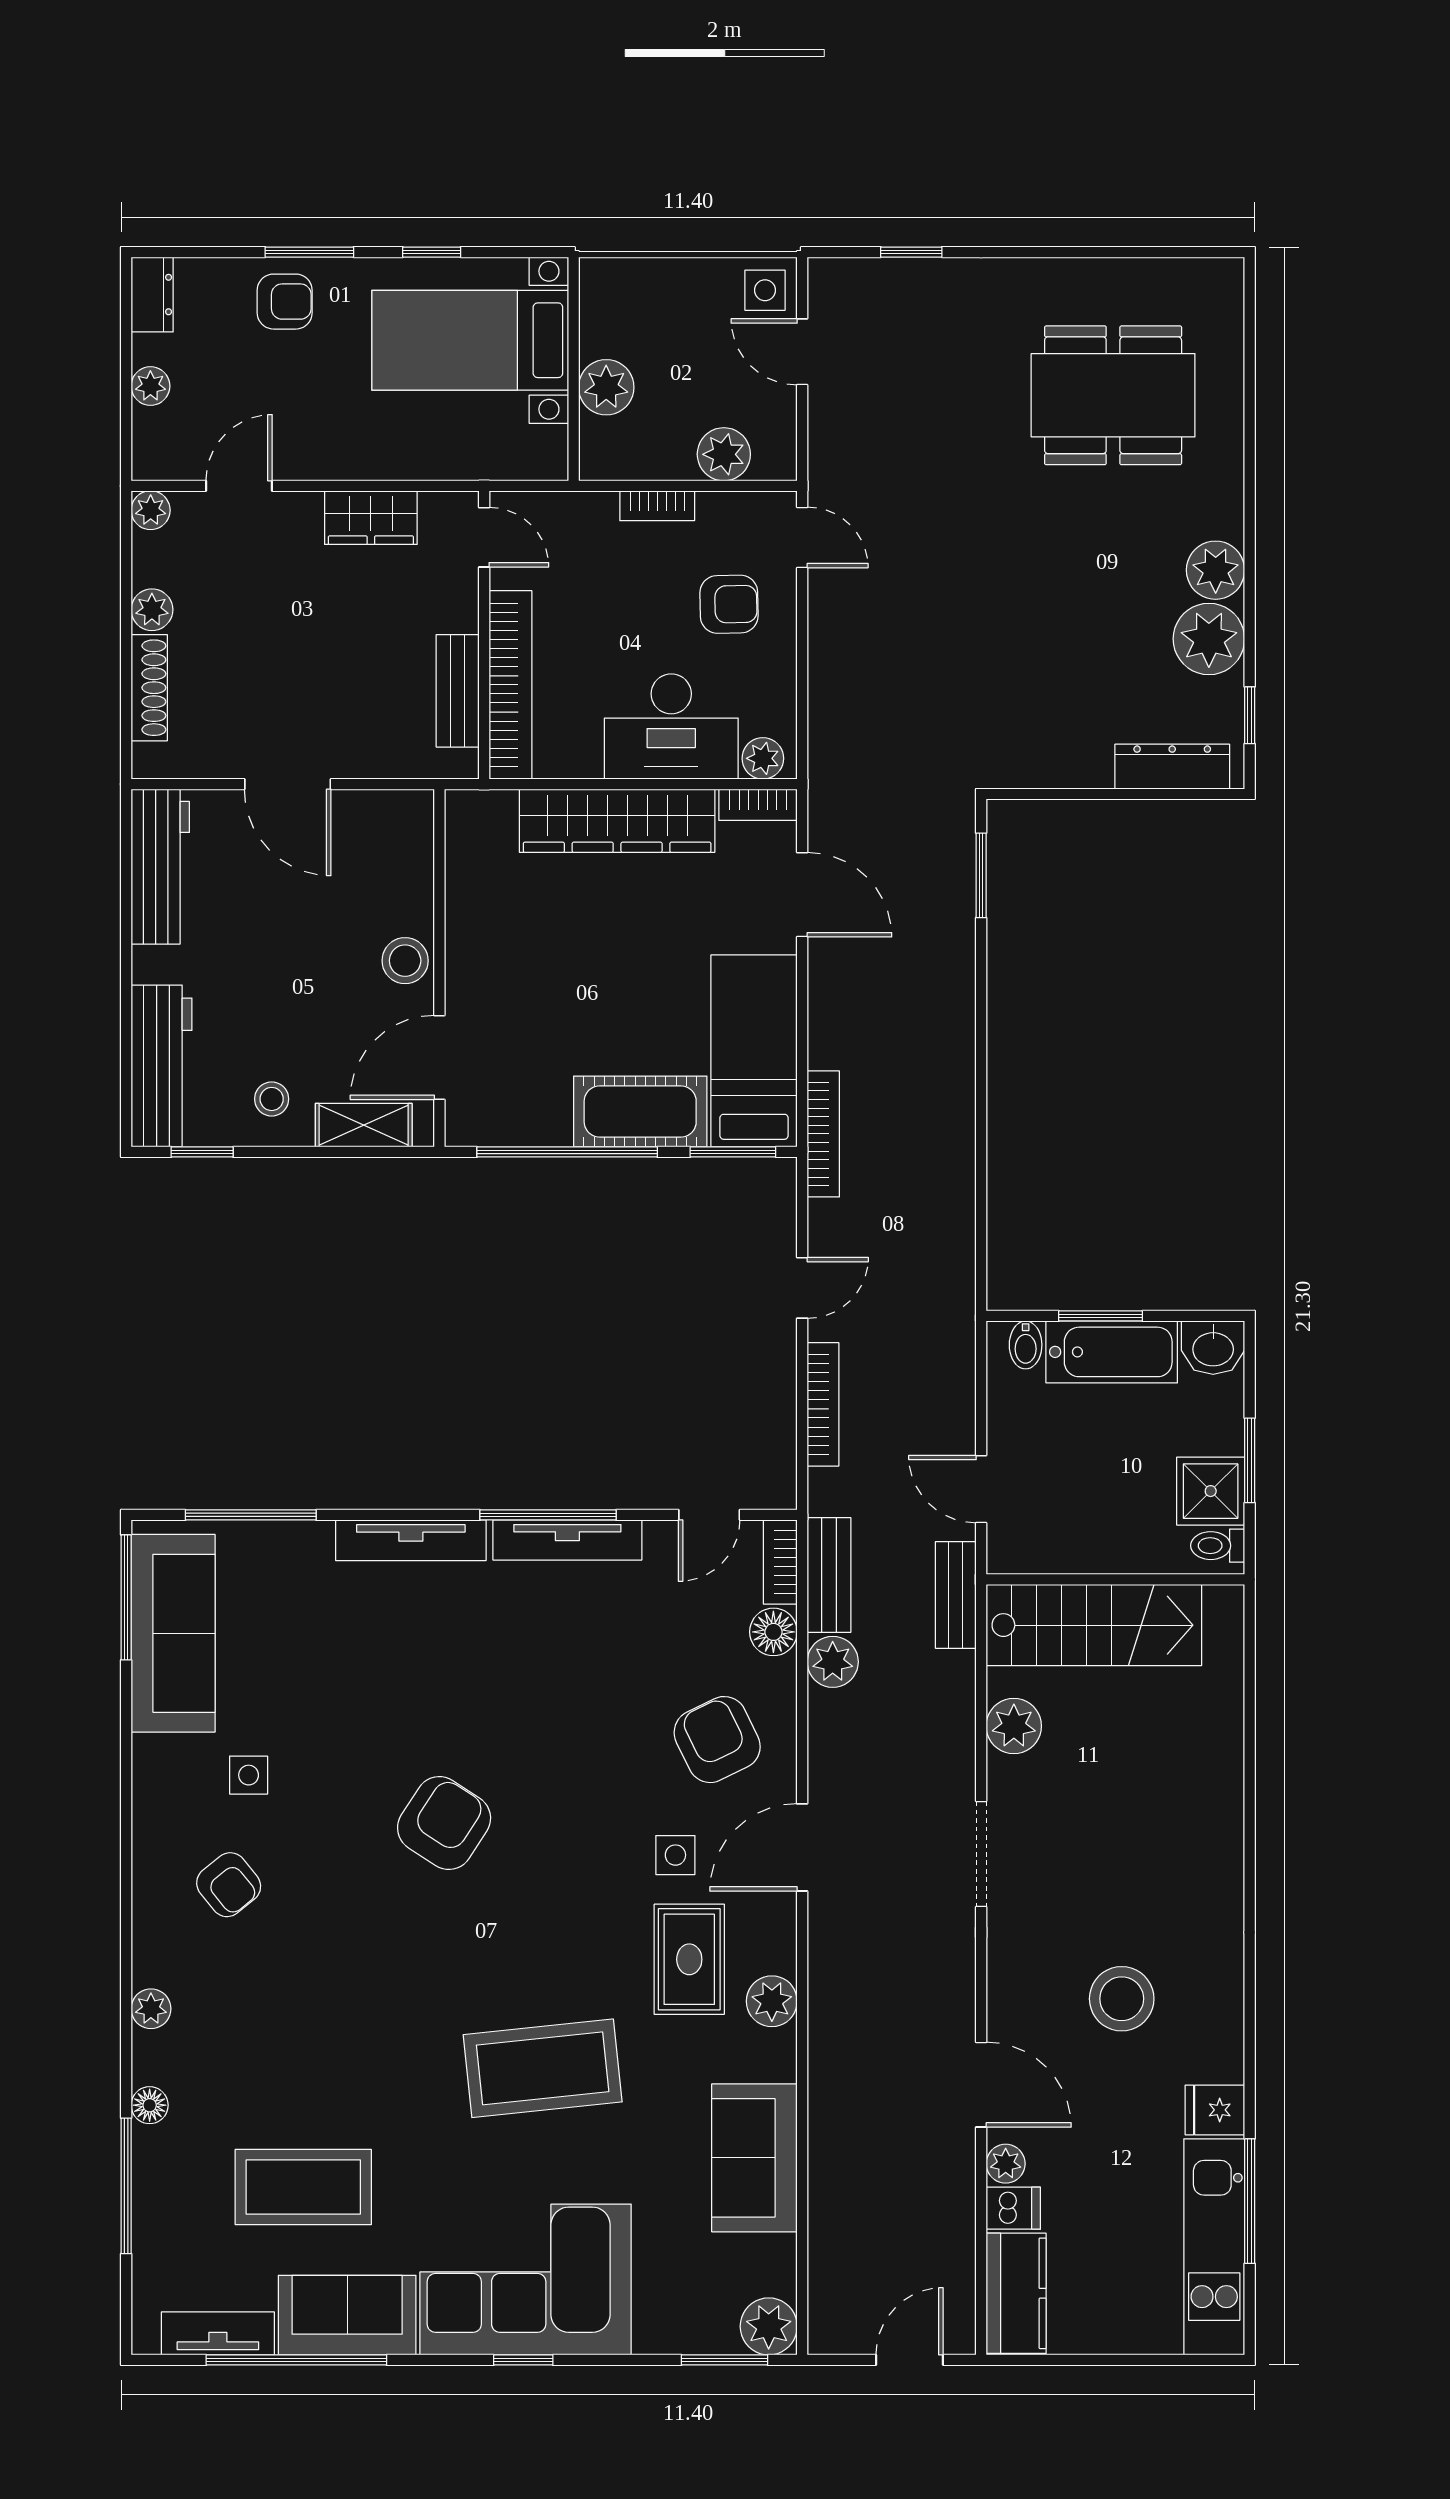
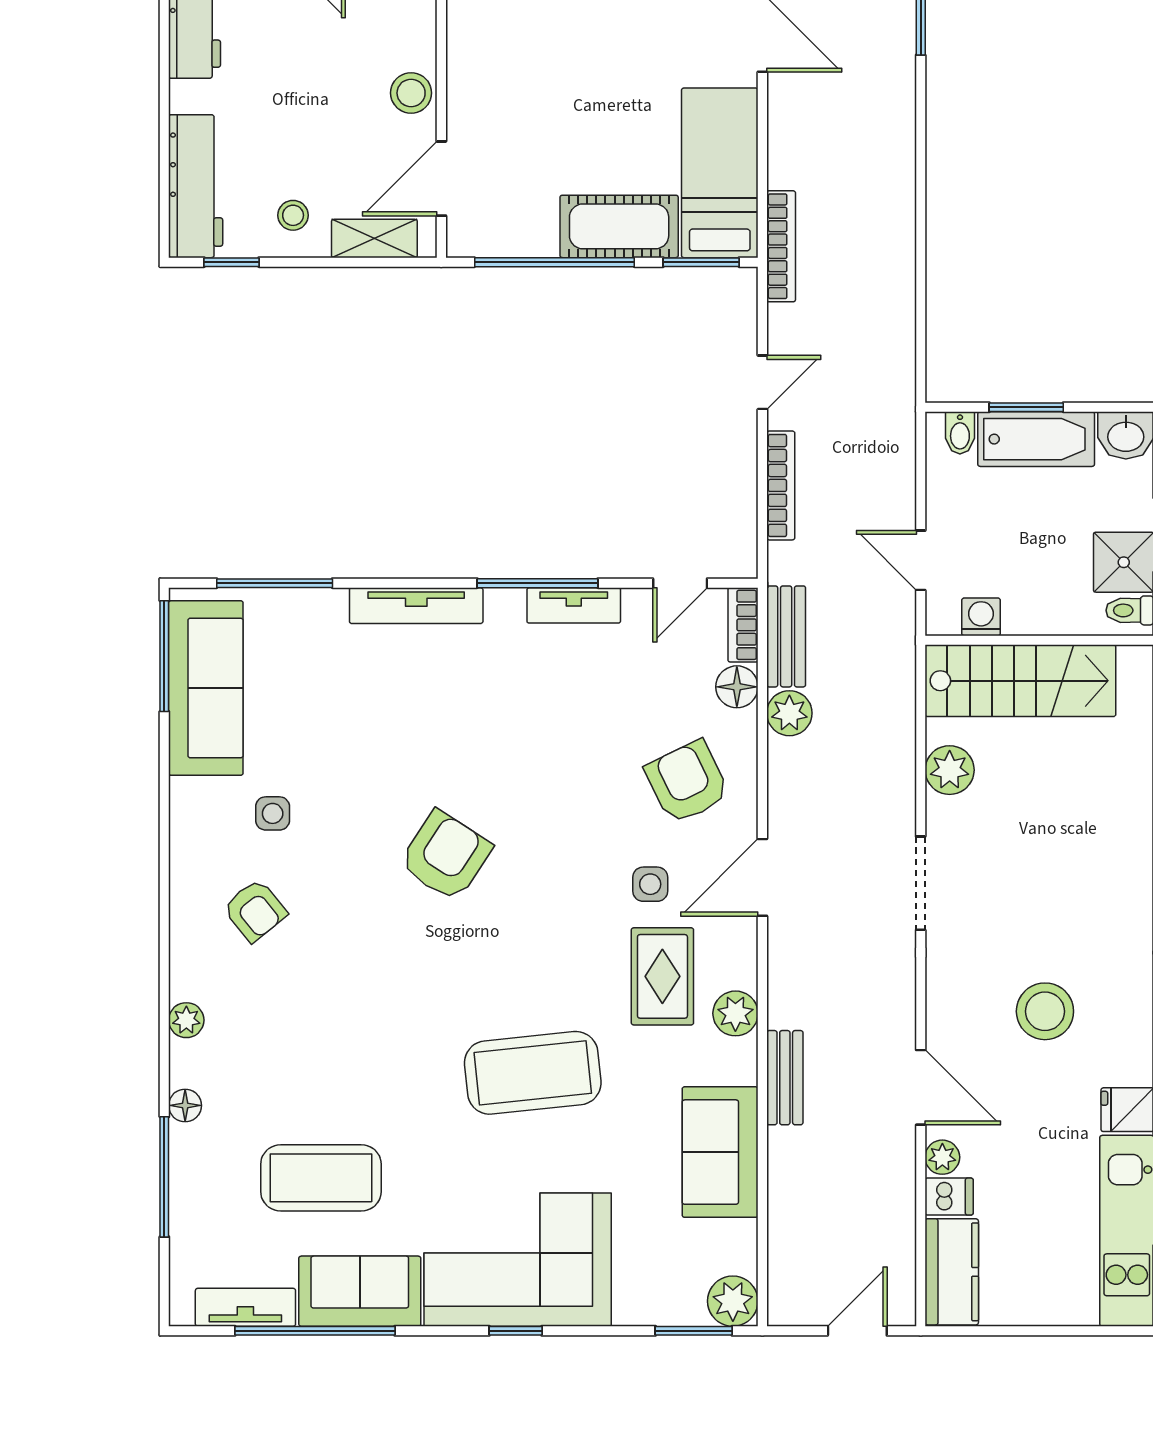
tv unit: (567, 1540) -> (574, 605), width x0.71
washing machine: (1049, 1553) -> (981, 617), added
bench: (956, 1595) -> (785, 1078), moved

